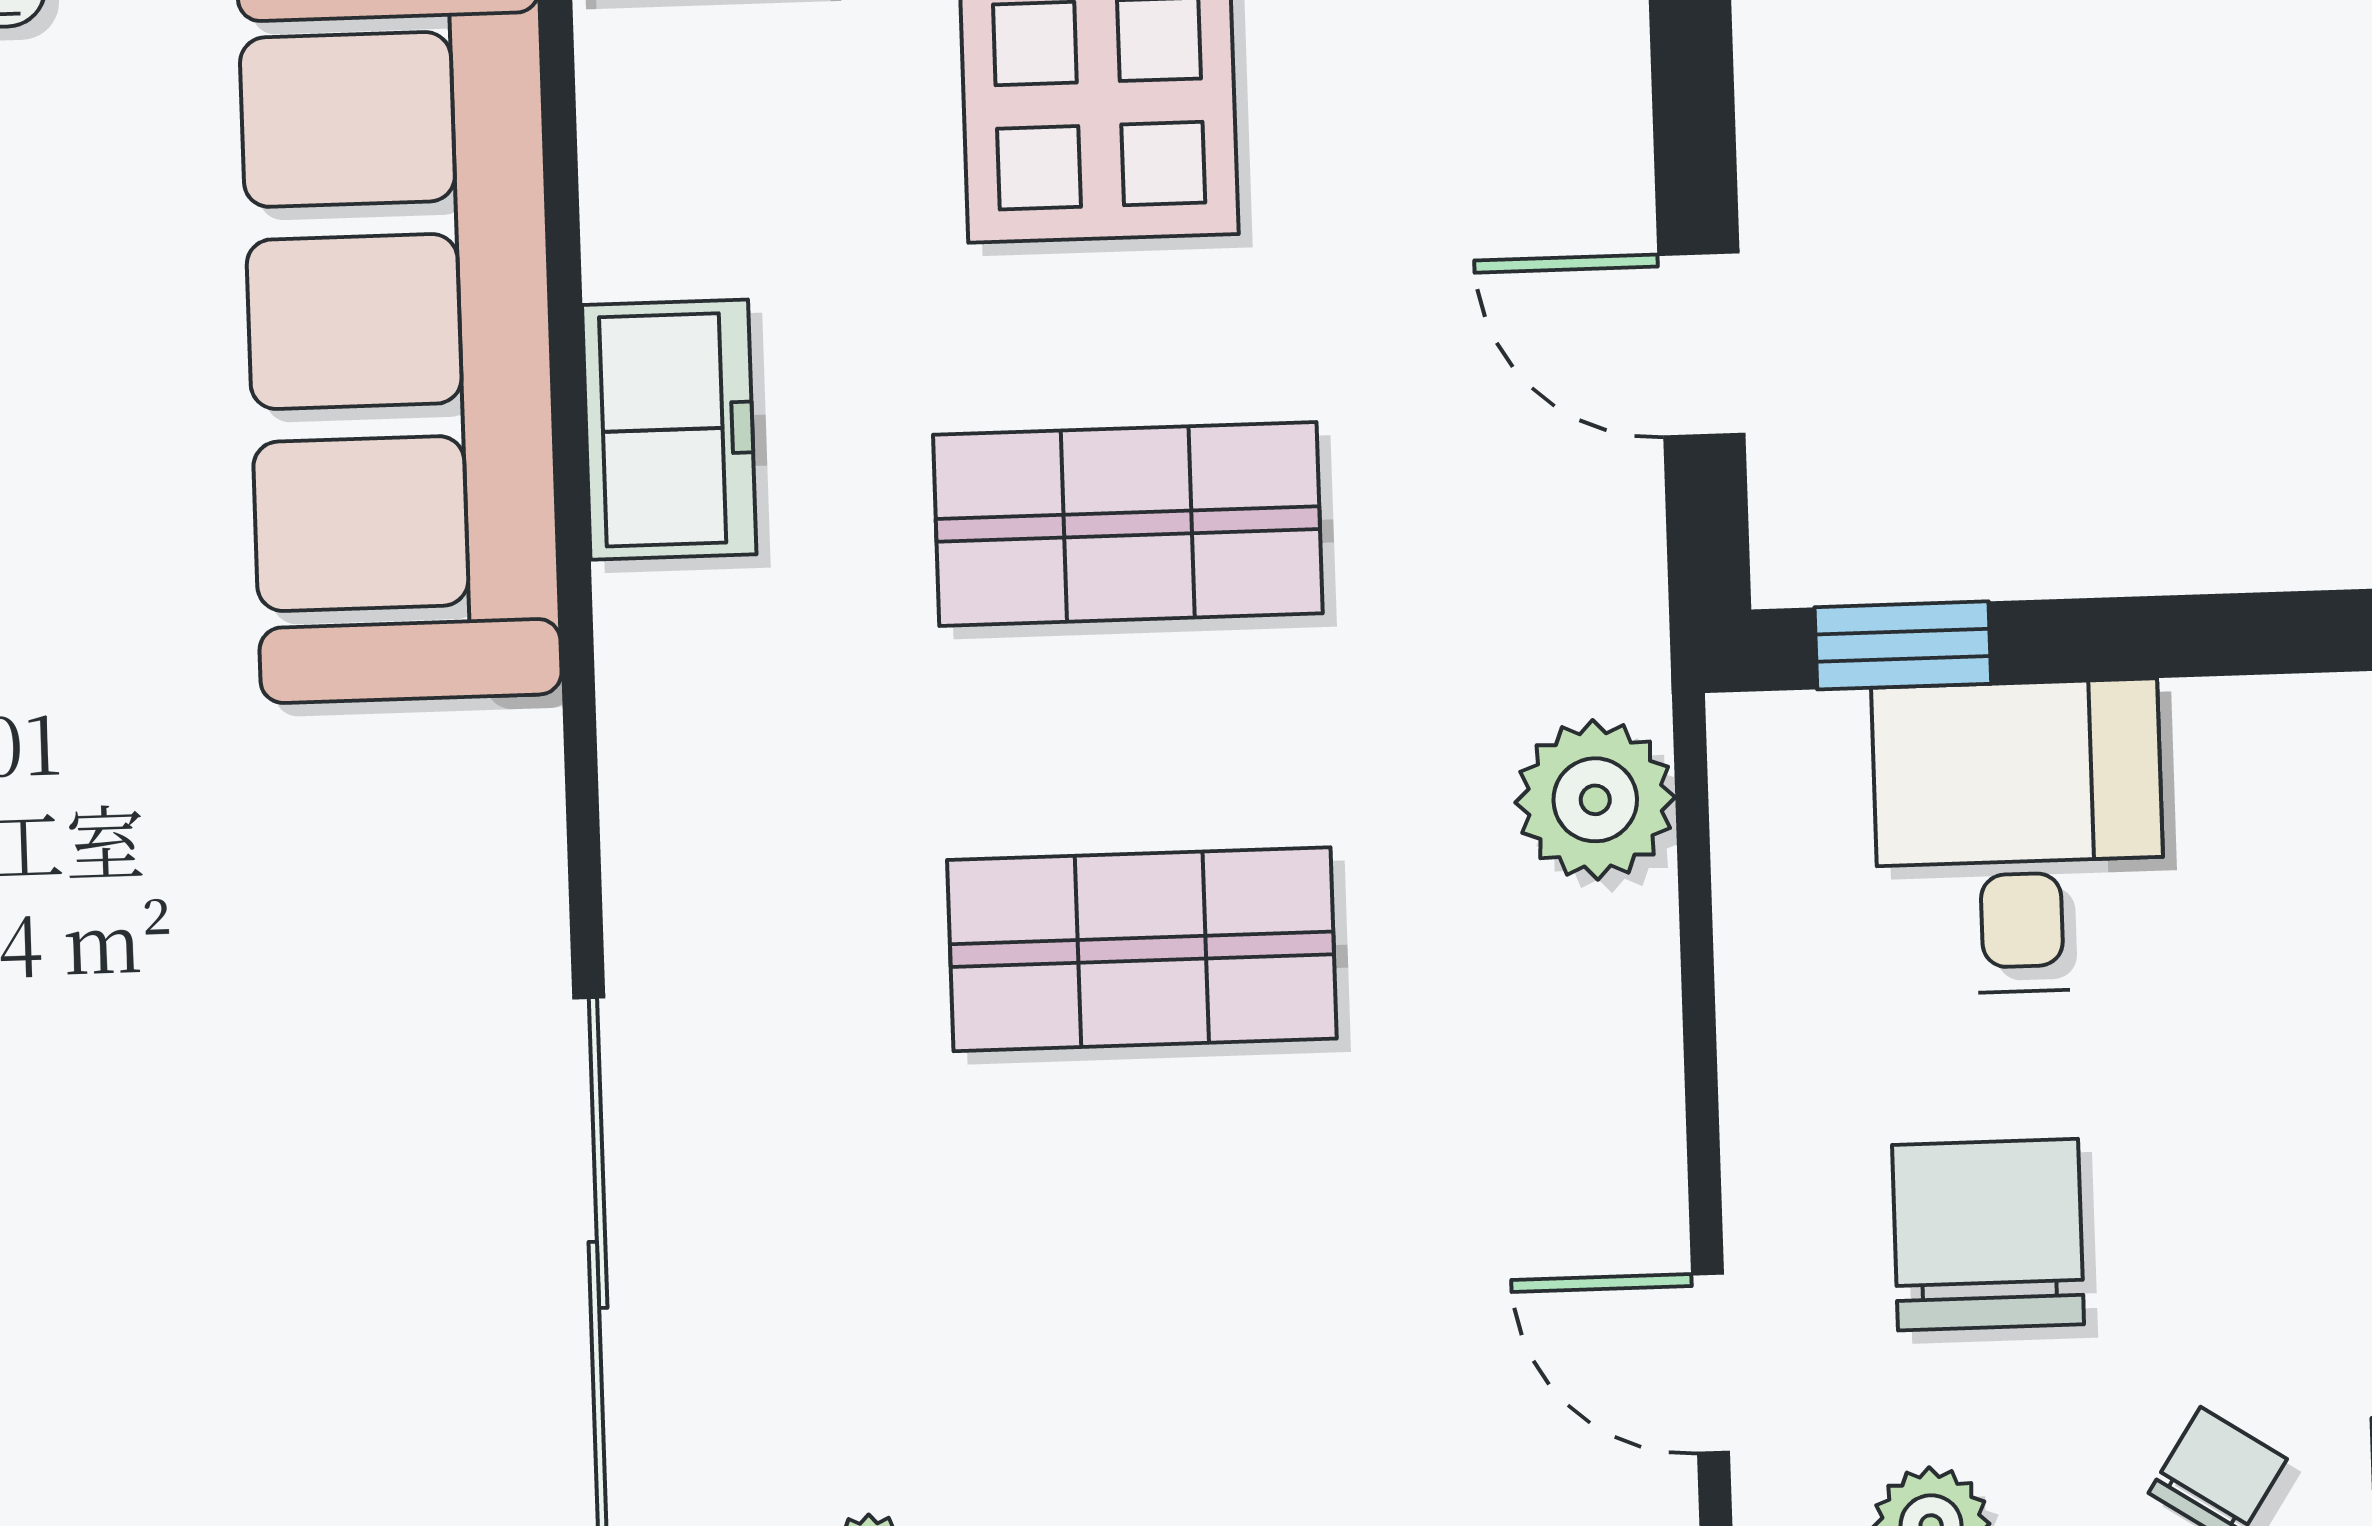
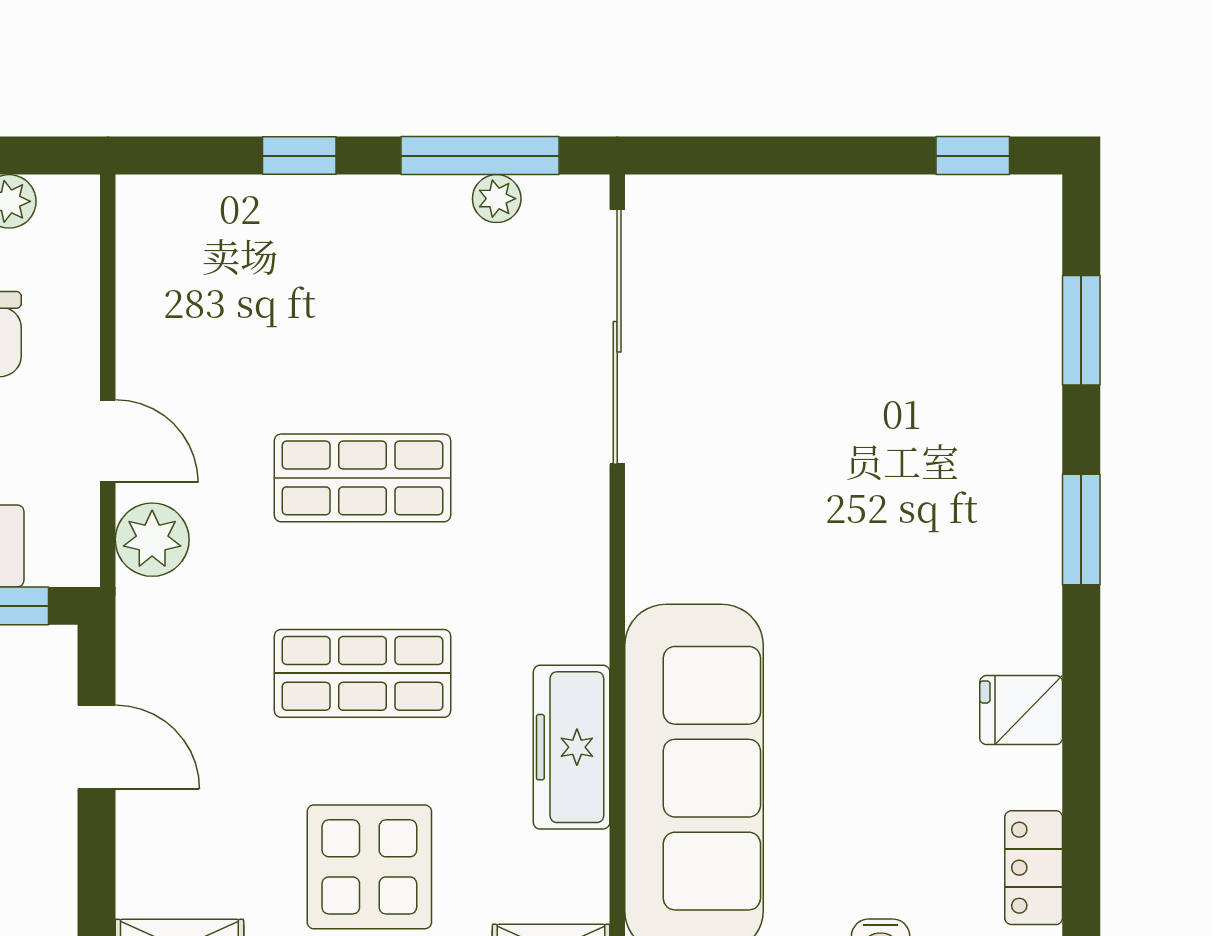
freezer: (669, 430) -> (572, 747), width x1.40
door: (1711, 1363) -> (108, 441), moved

